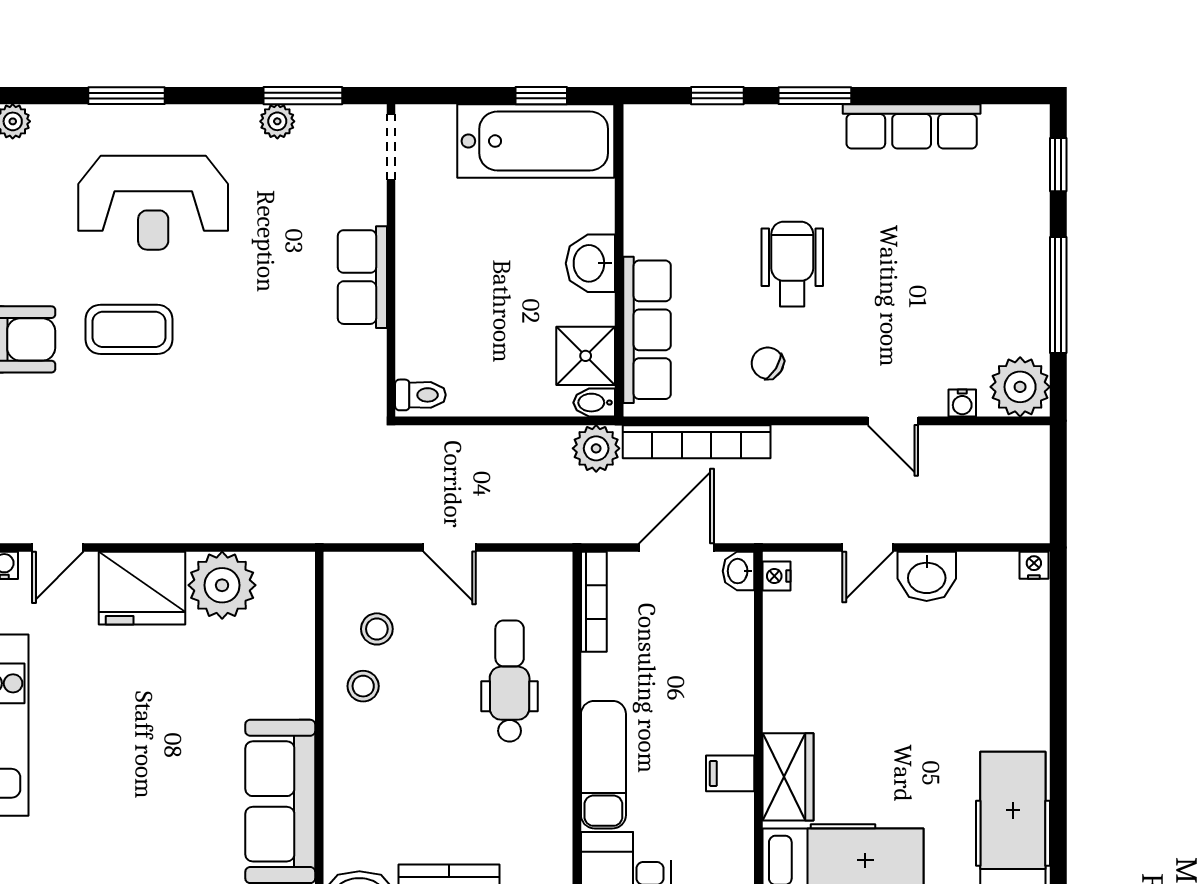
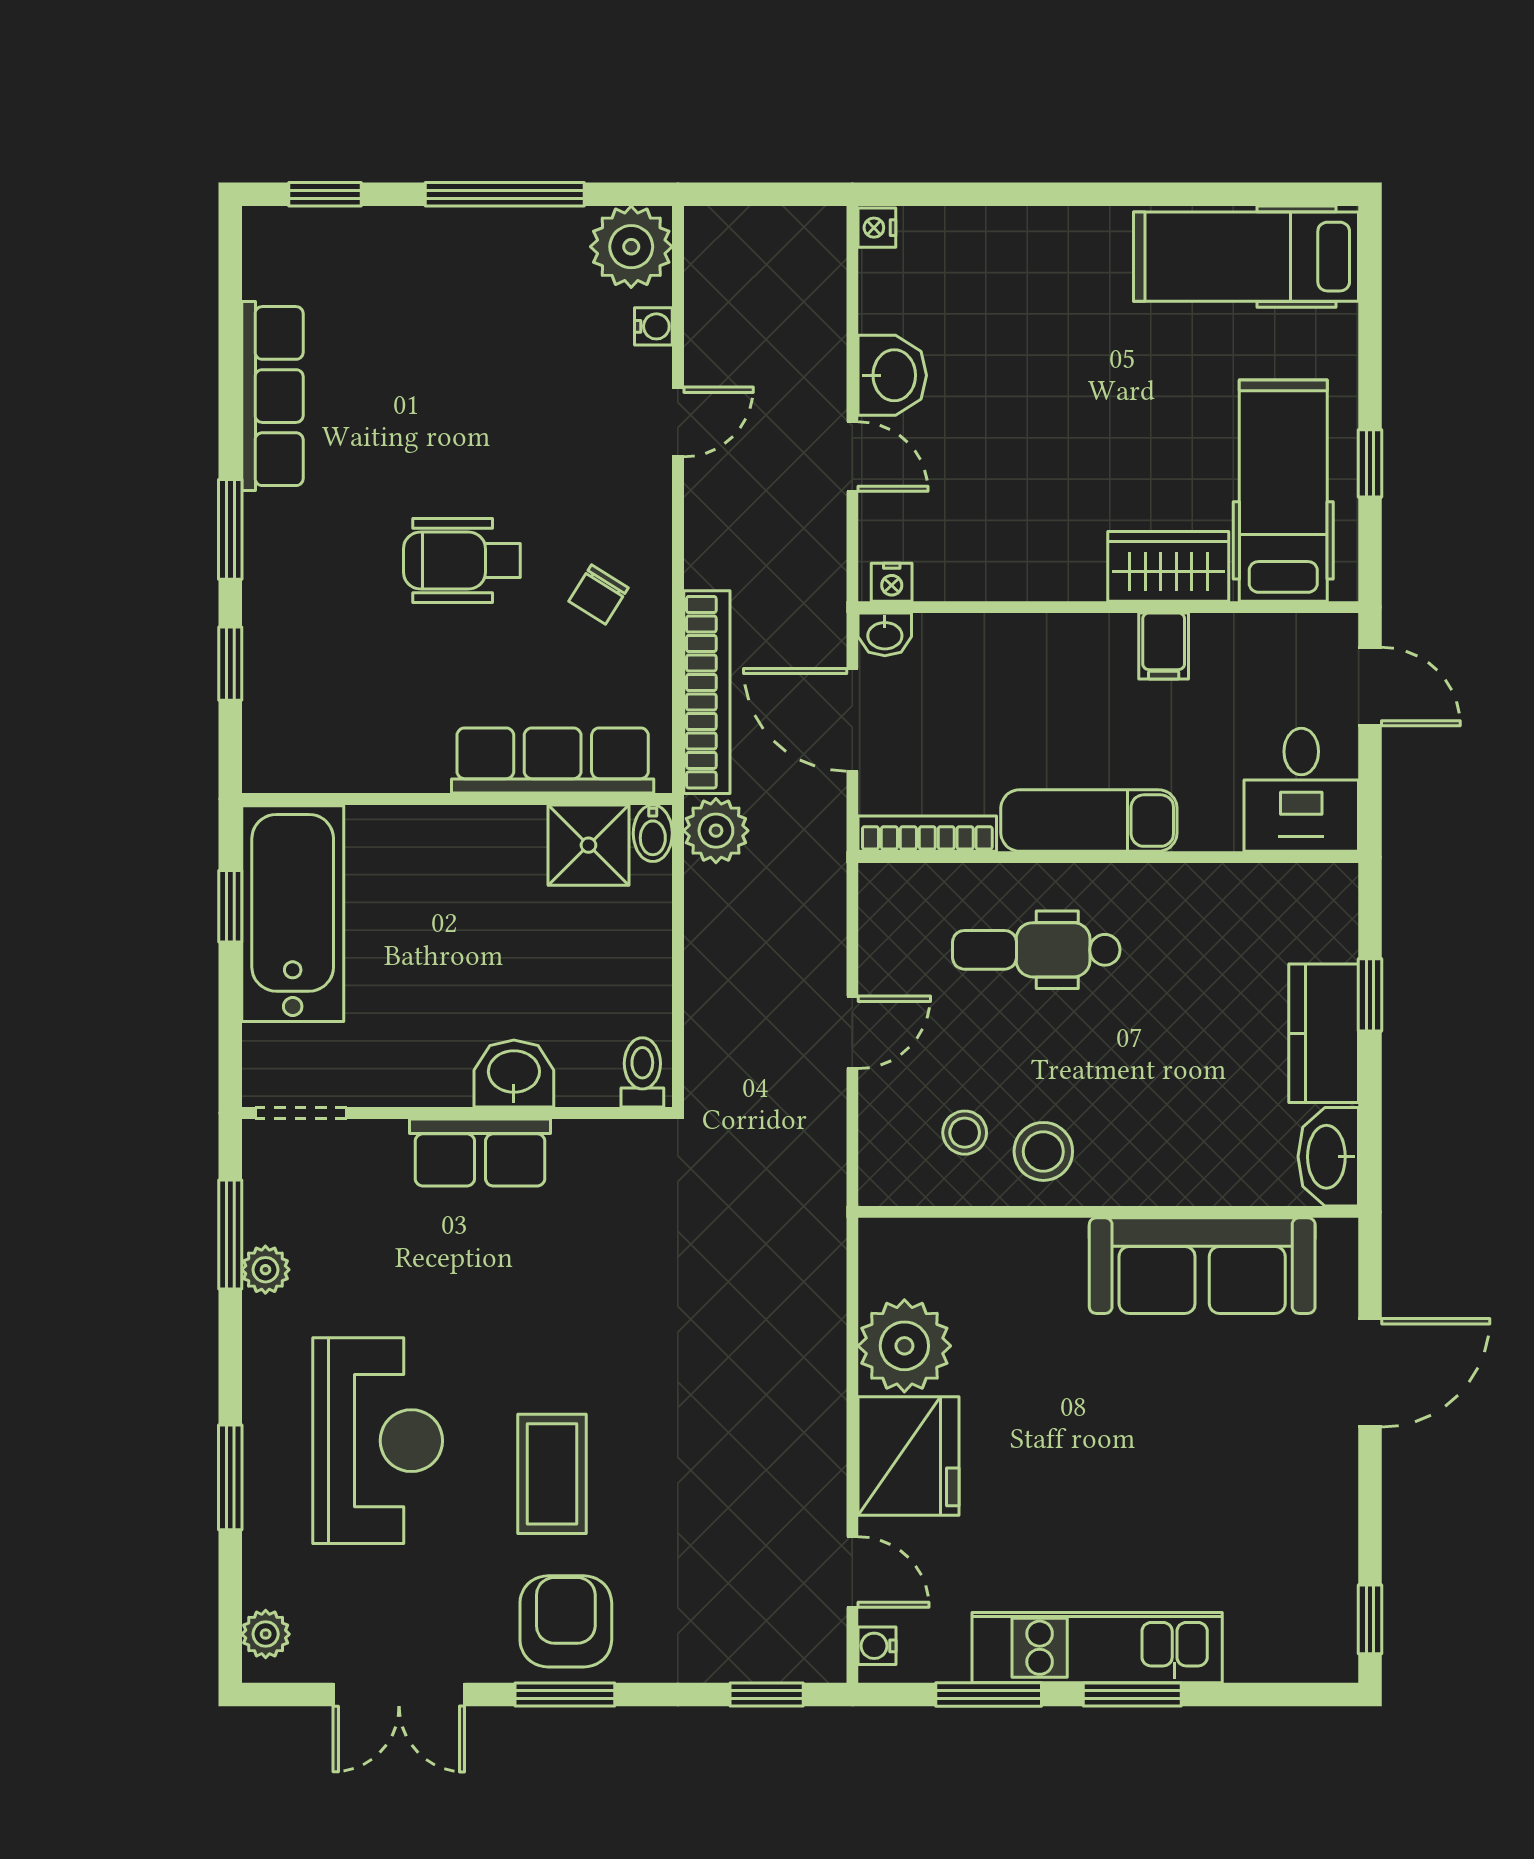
washbasin: (590, 263) -> (514, 1074), moved, turned 180
stool: (363, 686) -> (1043, 1151), width x1.37, depth x1.37
exam couch: (603, 765) -> (1089, 821), moved

